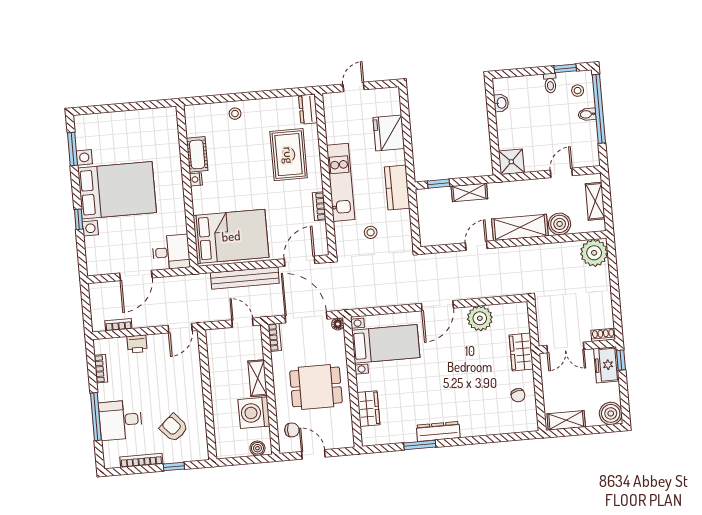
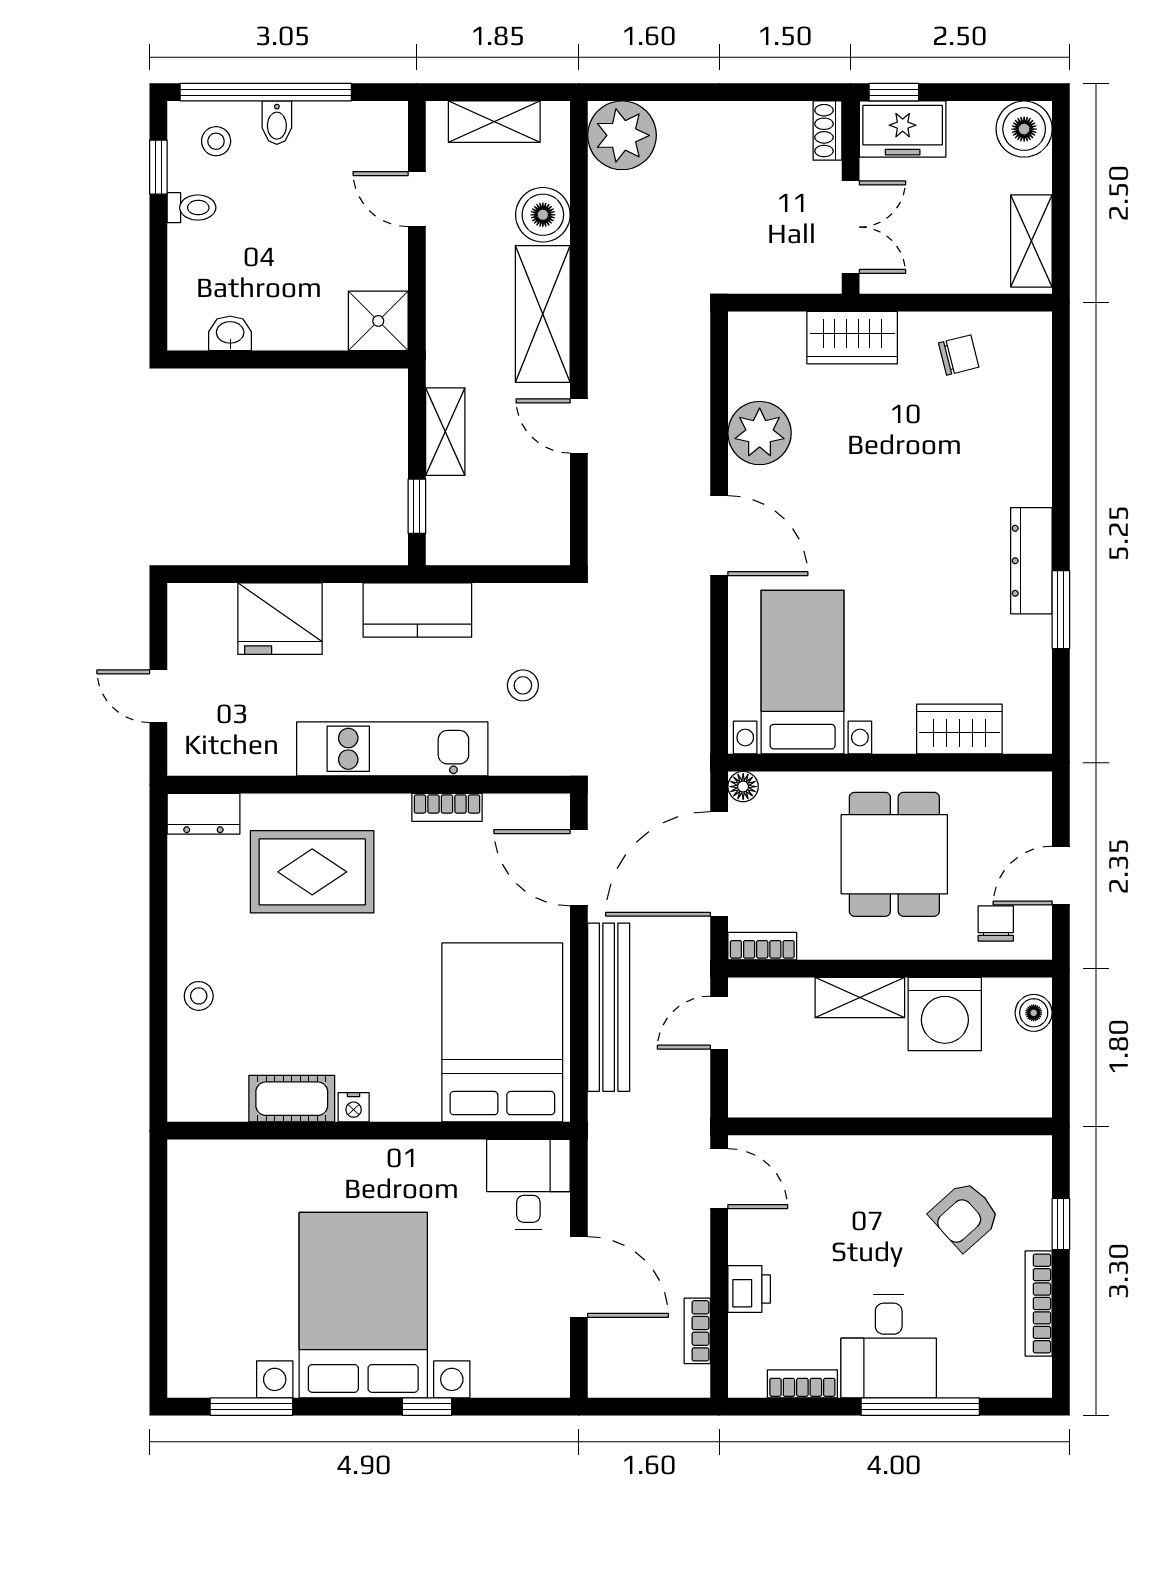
desk: (120, 420) -> (889, 1346), moved

